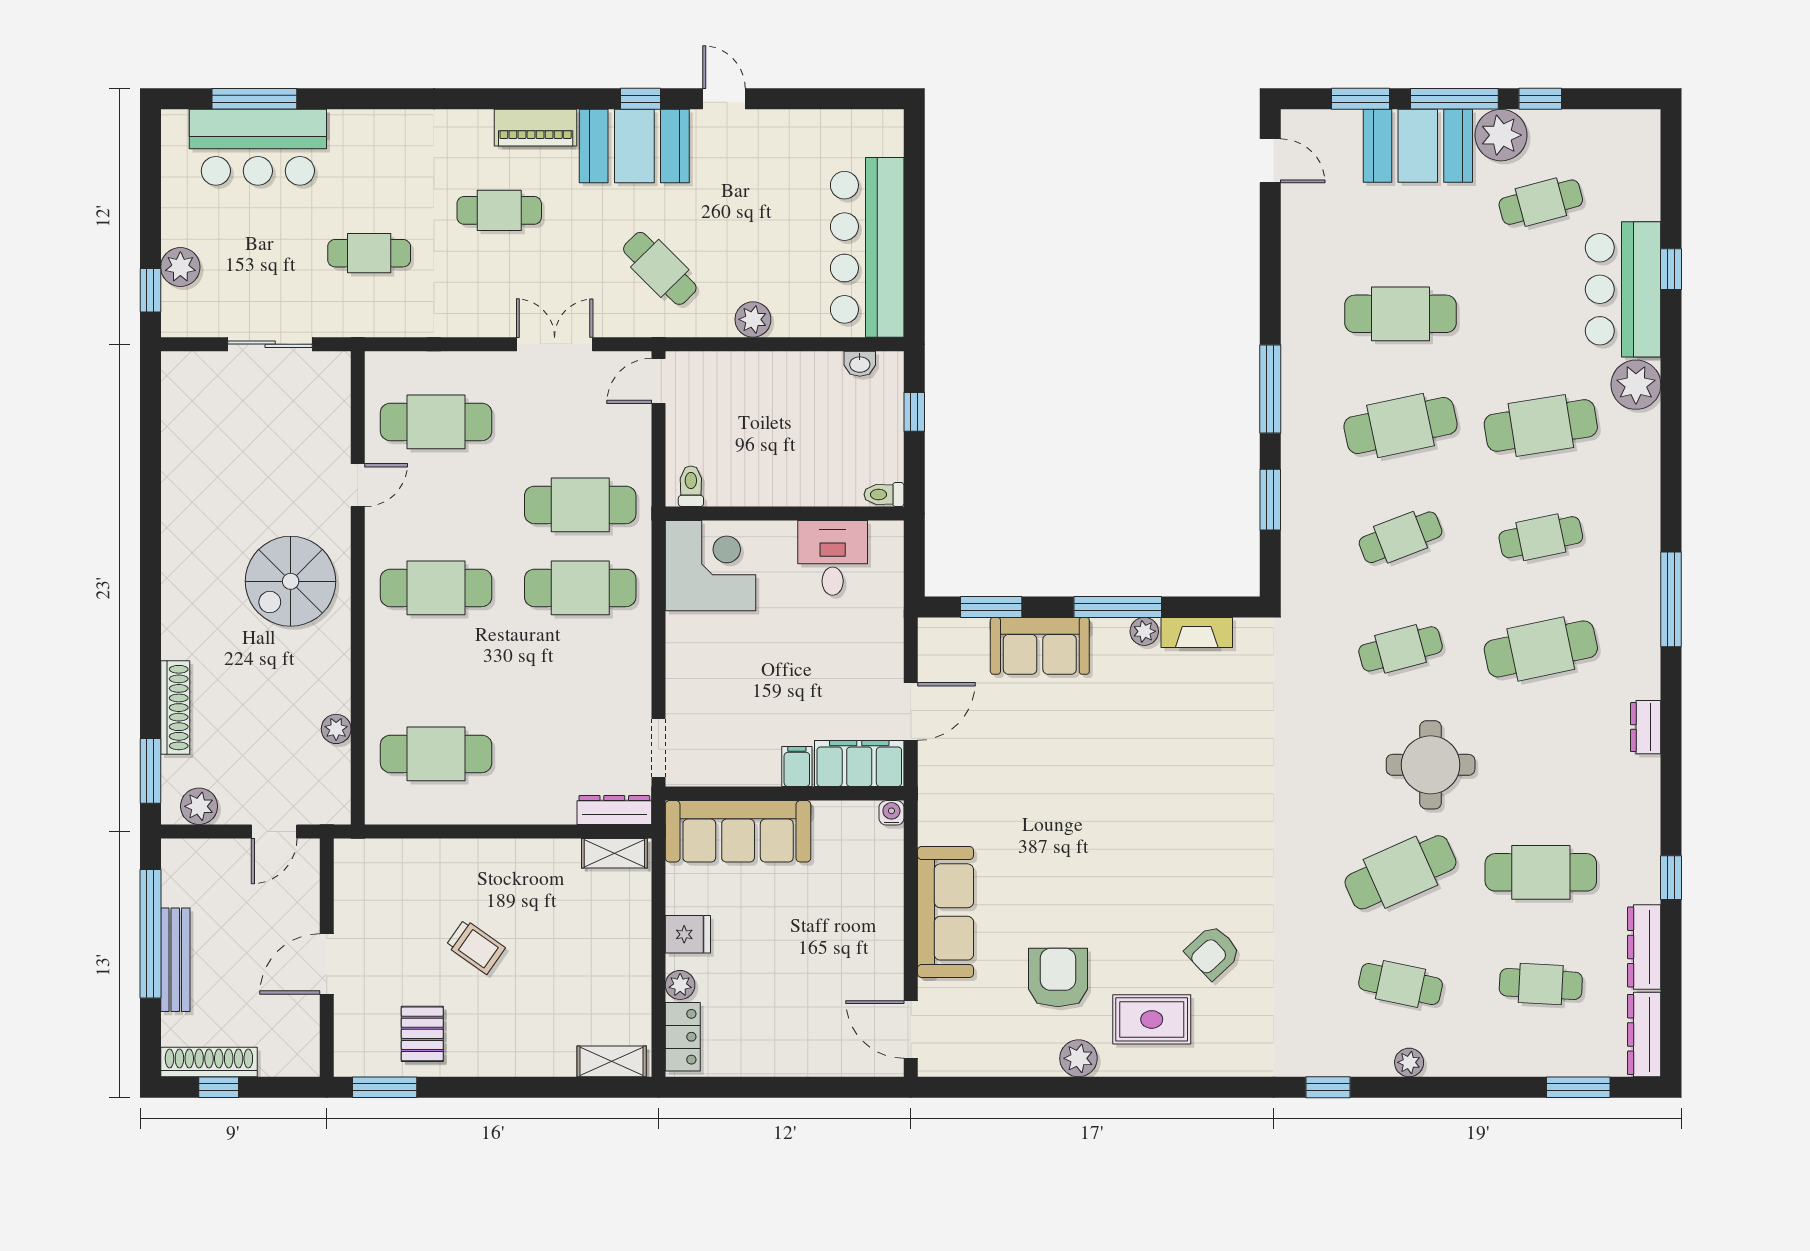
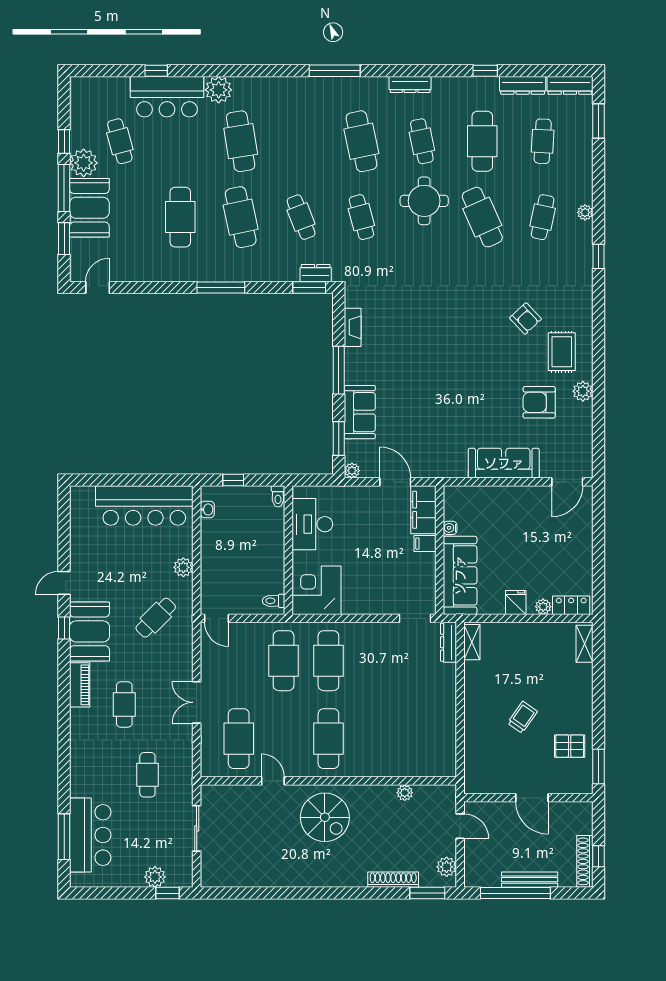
double door: (555, 344) -> (197, 702), moved
window: (1270, 500) -> (309, 288), moved
cafe table: (1541, 537) -> (422, 141), moved
desk: (833, 558) -> (312, 524), width x1.37
dresser: (1297, 564) -> (316, 273), added
plant: (1144, 631) -> (352, 471), moved
dresser: (1646, 727) -> (410, 85), width x1.44
cafe table: (436, 754) -> (418, 739), removed
water cooler: (891, 813) -> (450, 528), moved

